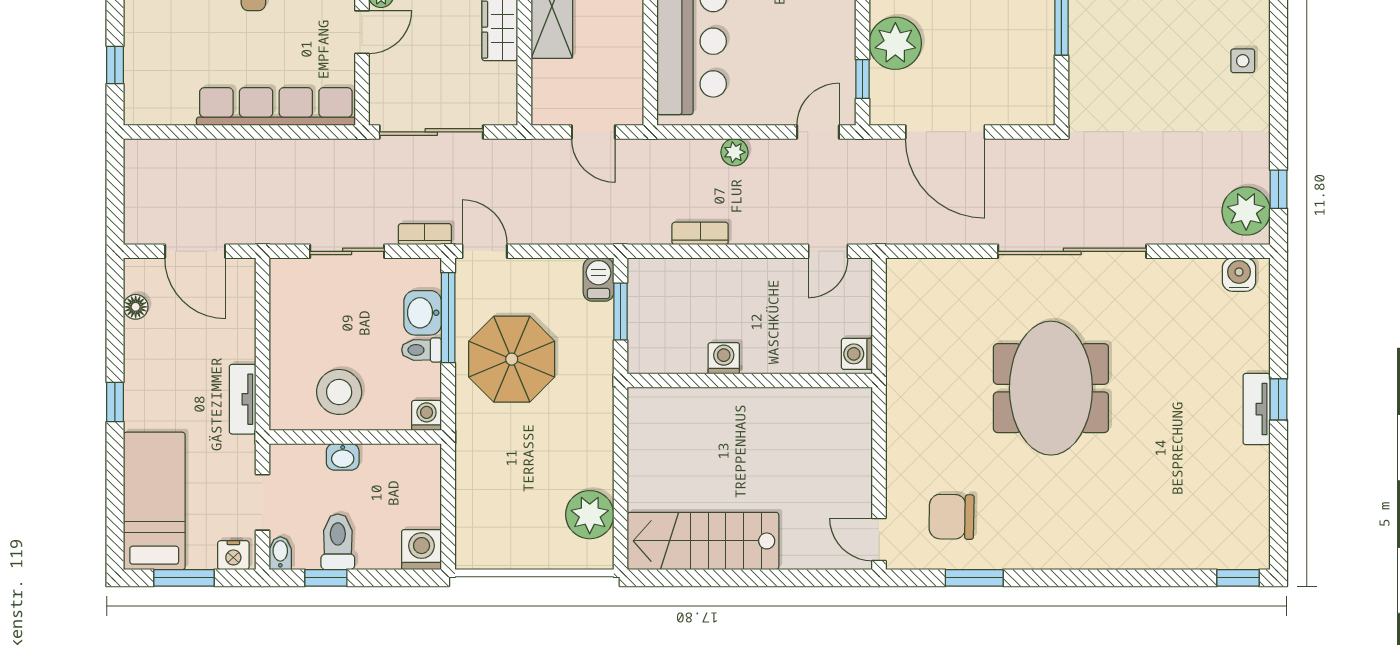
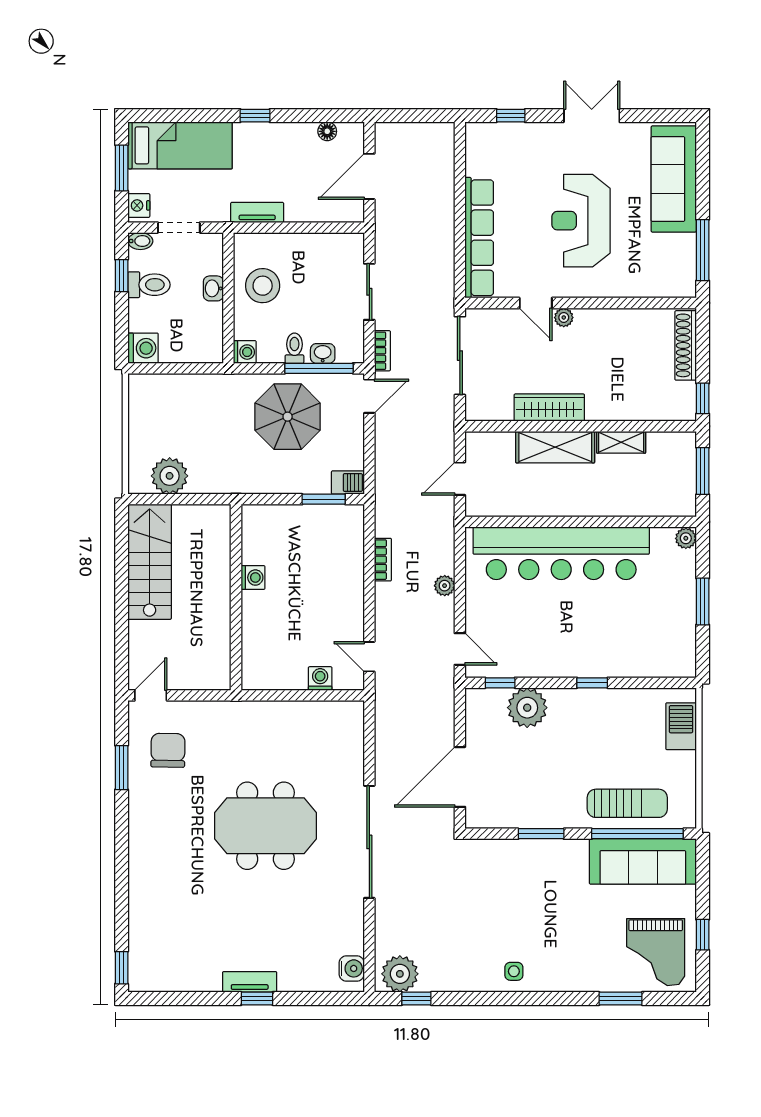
door: (945, 132) -> (460, 777), moved
washbasin: (423, 313) -> (323, 353), width x0.72, depth x0.69
washing machine: (857, 354) -> (320, 679), moved
washing machine: (724, 358) -> (253, 578), moved
wall: (750, 381) -> (236, 597), moved

